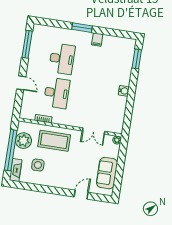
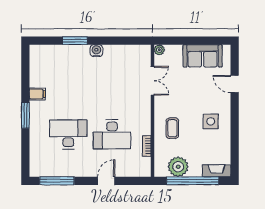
window: (137, 59) -> (75, 41), moved
desk: (57, 93) -> (112, 134), turned 180
coffee table: (54, 141) -> (172, 128), width x0.54, depth x0.58
side table: (38, 165) -> (211, 121), moved

